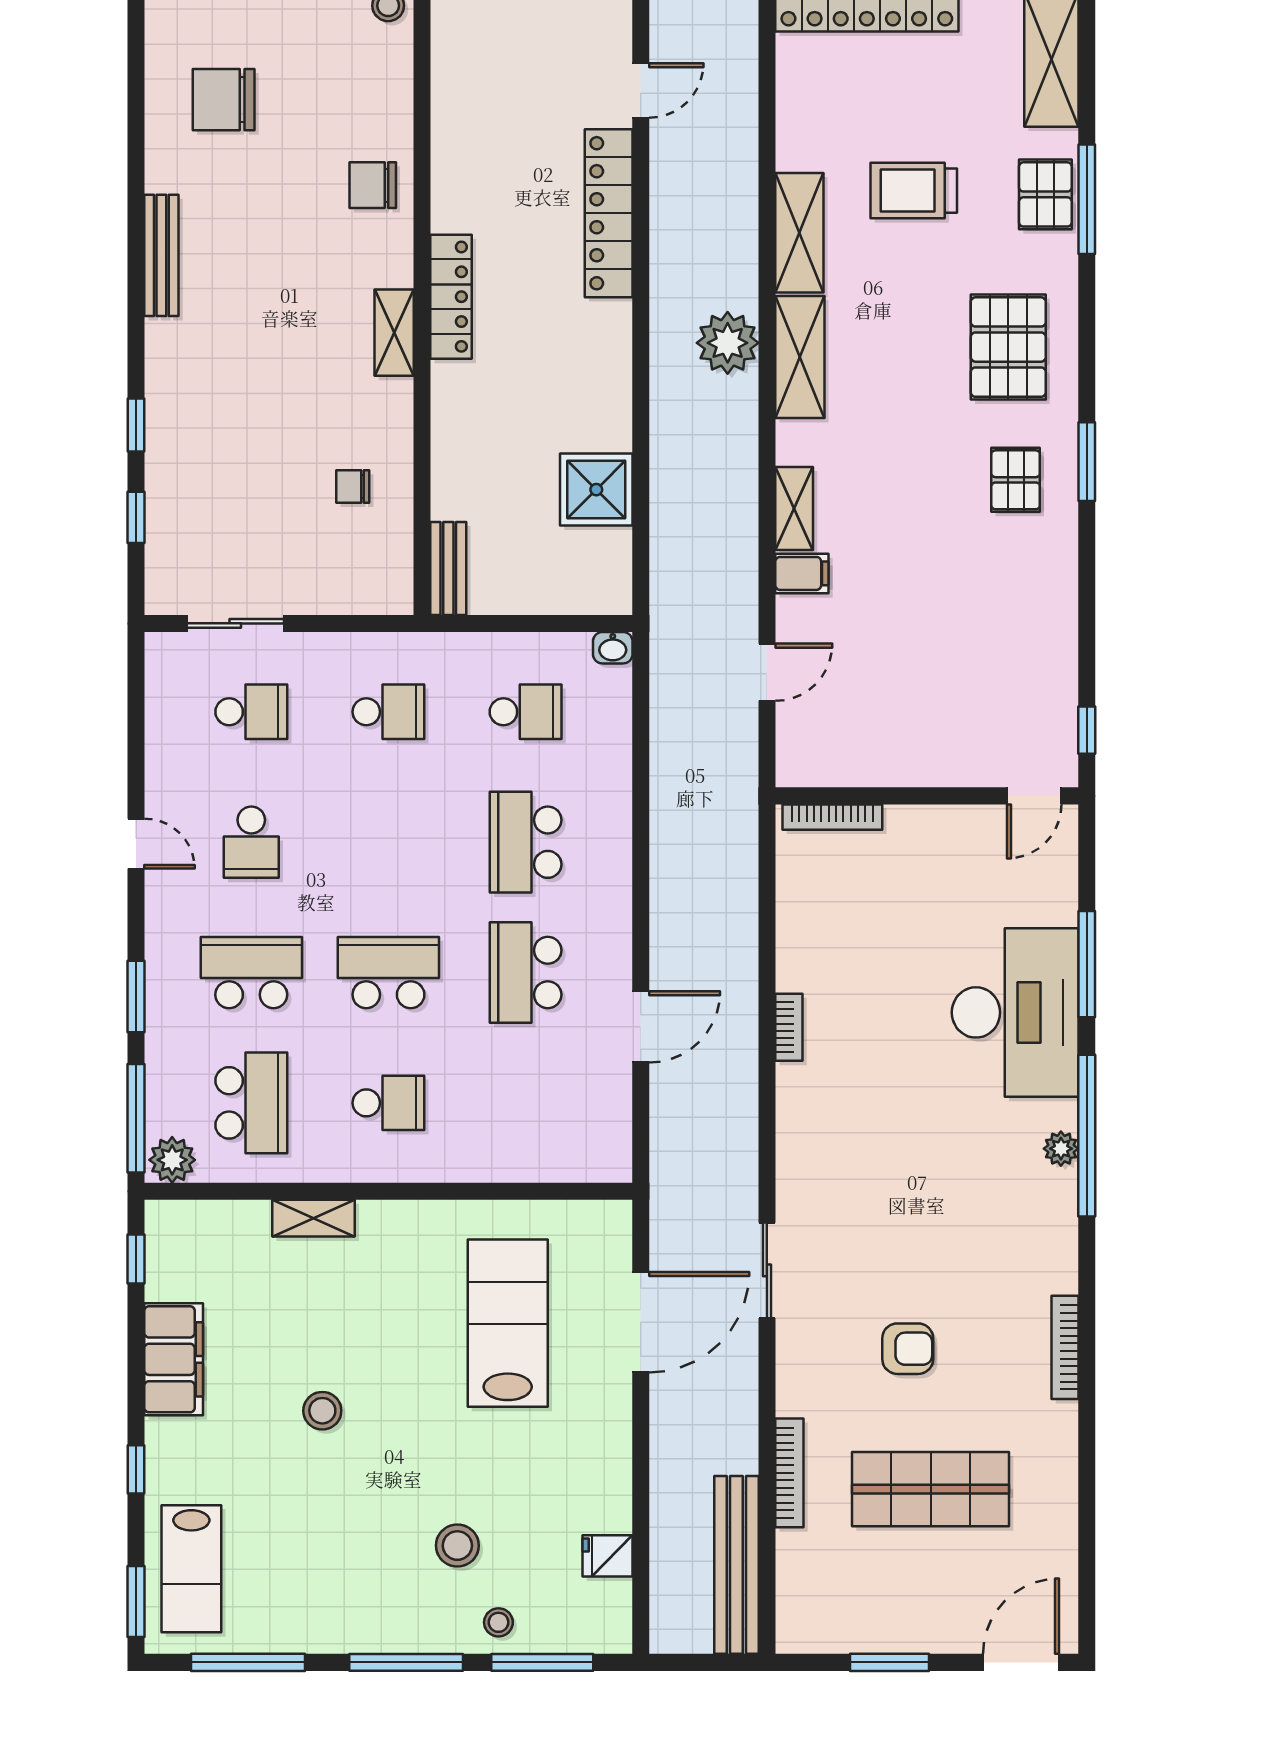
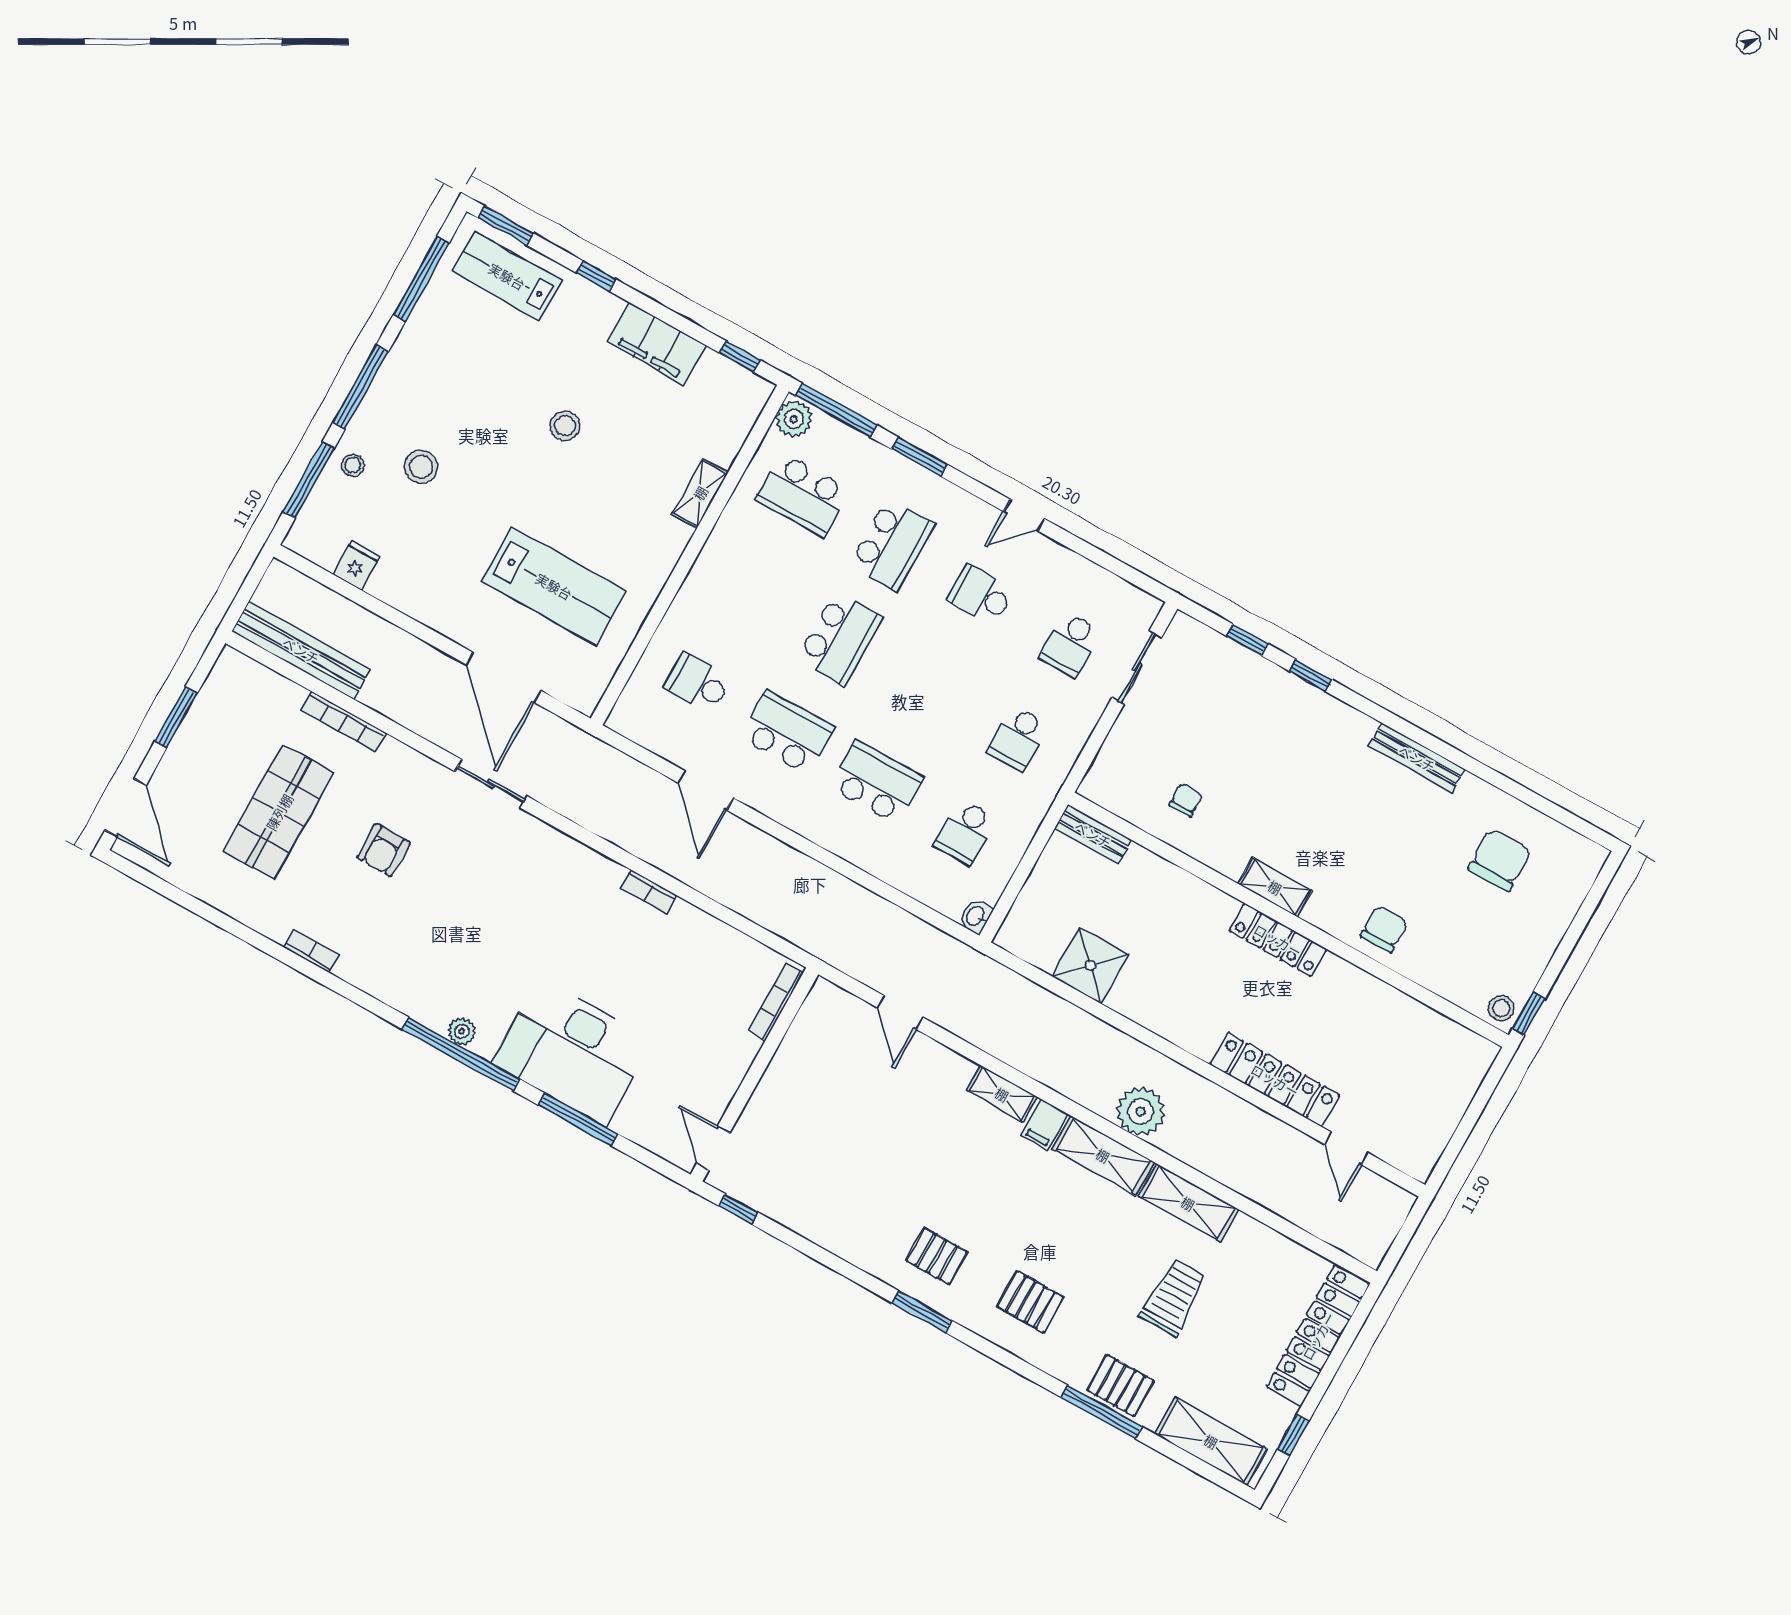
pallet: (1008, 347) -> (1030, 1302), width x0.67, depth x0.71
filing cabinet: (802, 573) -> (1045, 1125), moved
school desk: (388, 1103) -> (698, 683), moved, turned 90
bookcase: (1065, 1347) -> (312, 951), width x0.64

